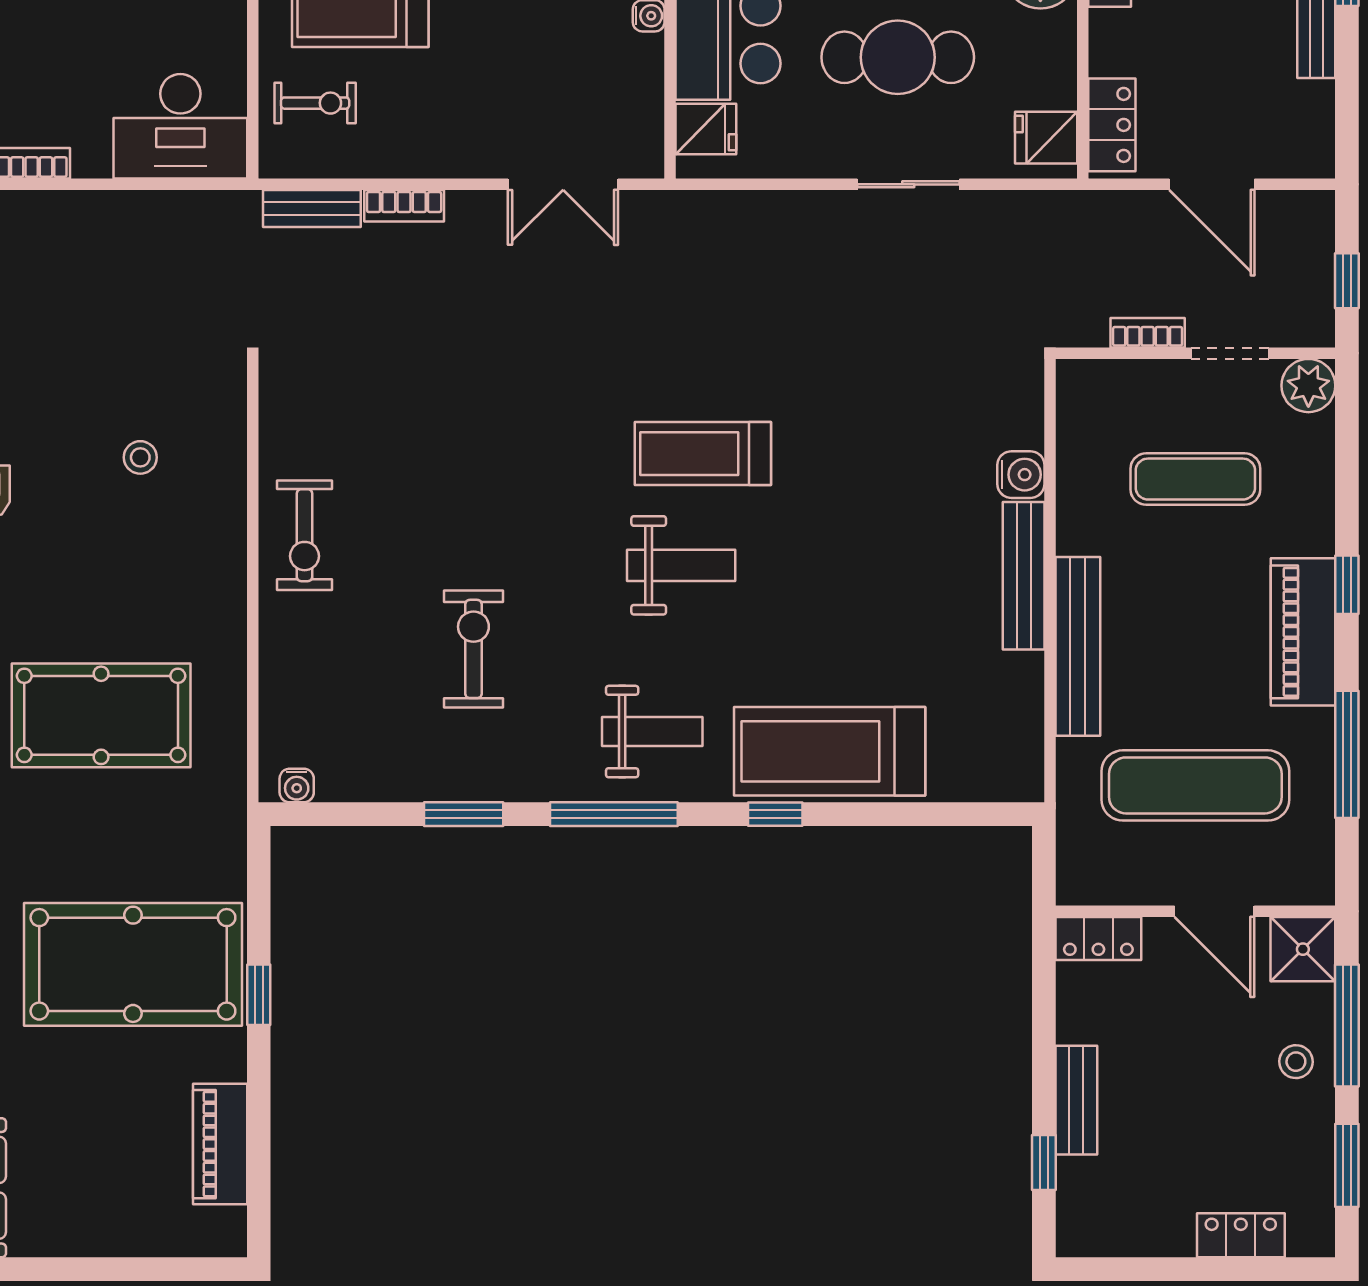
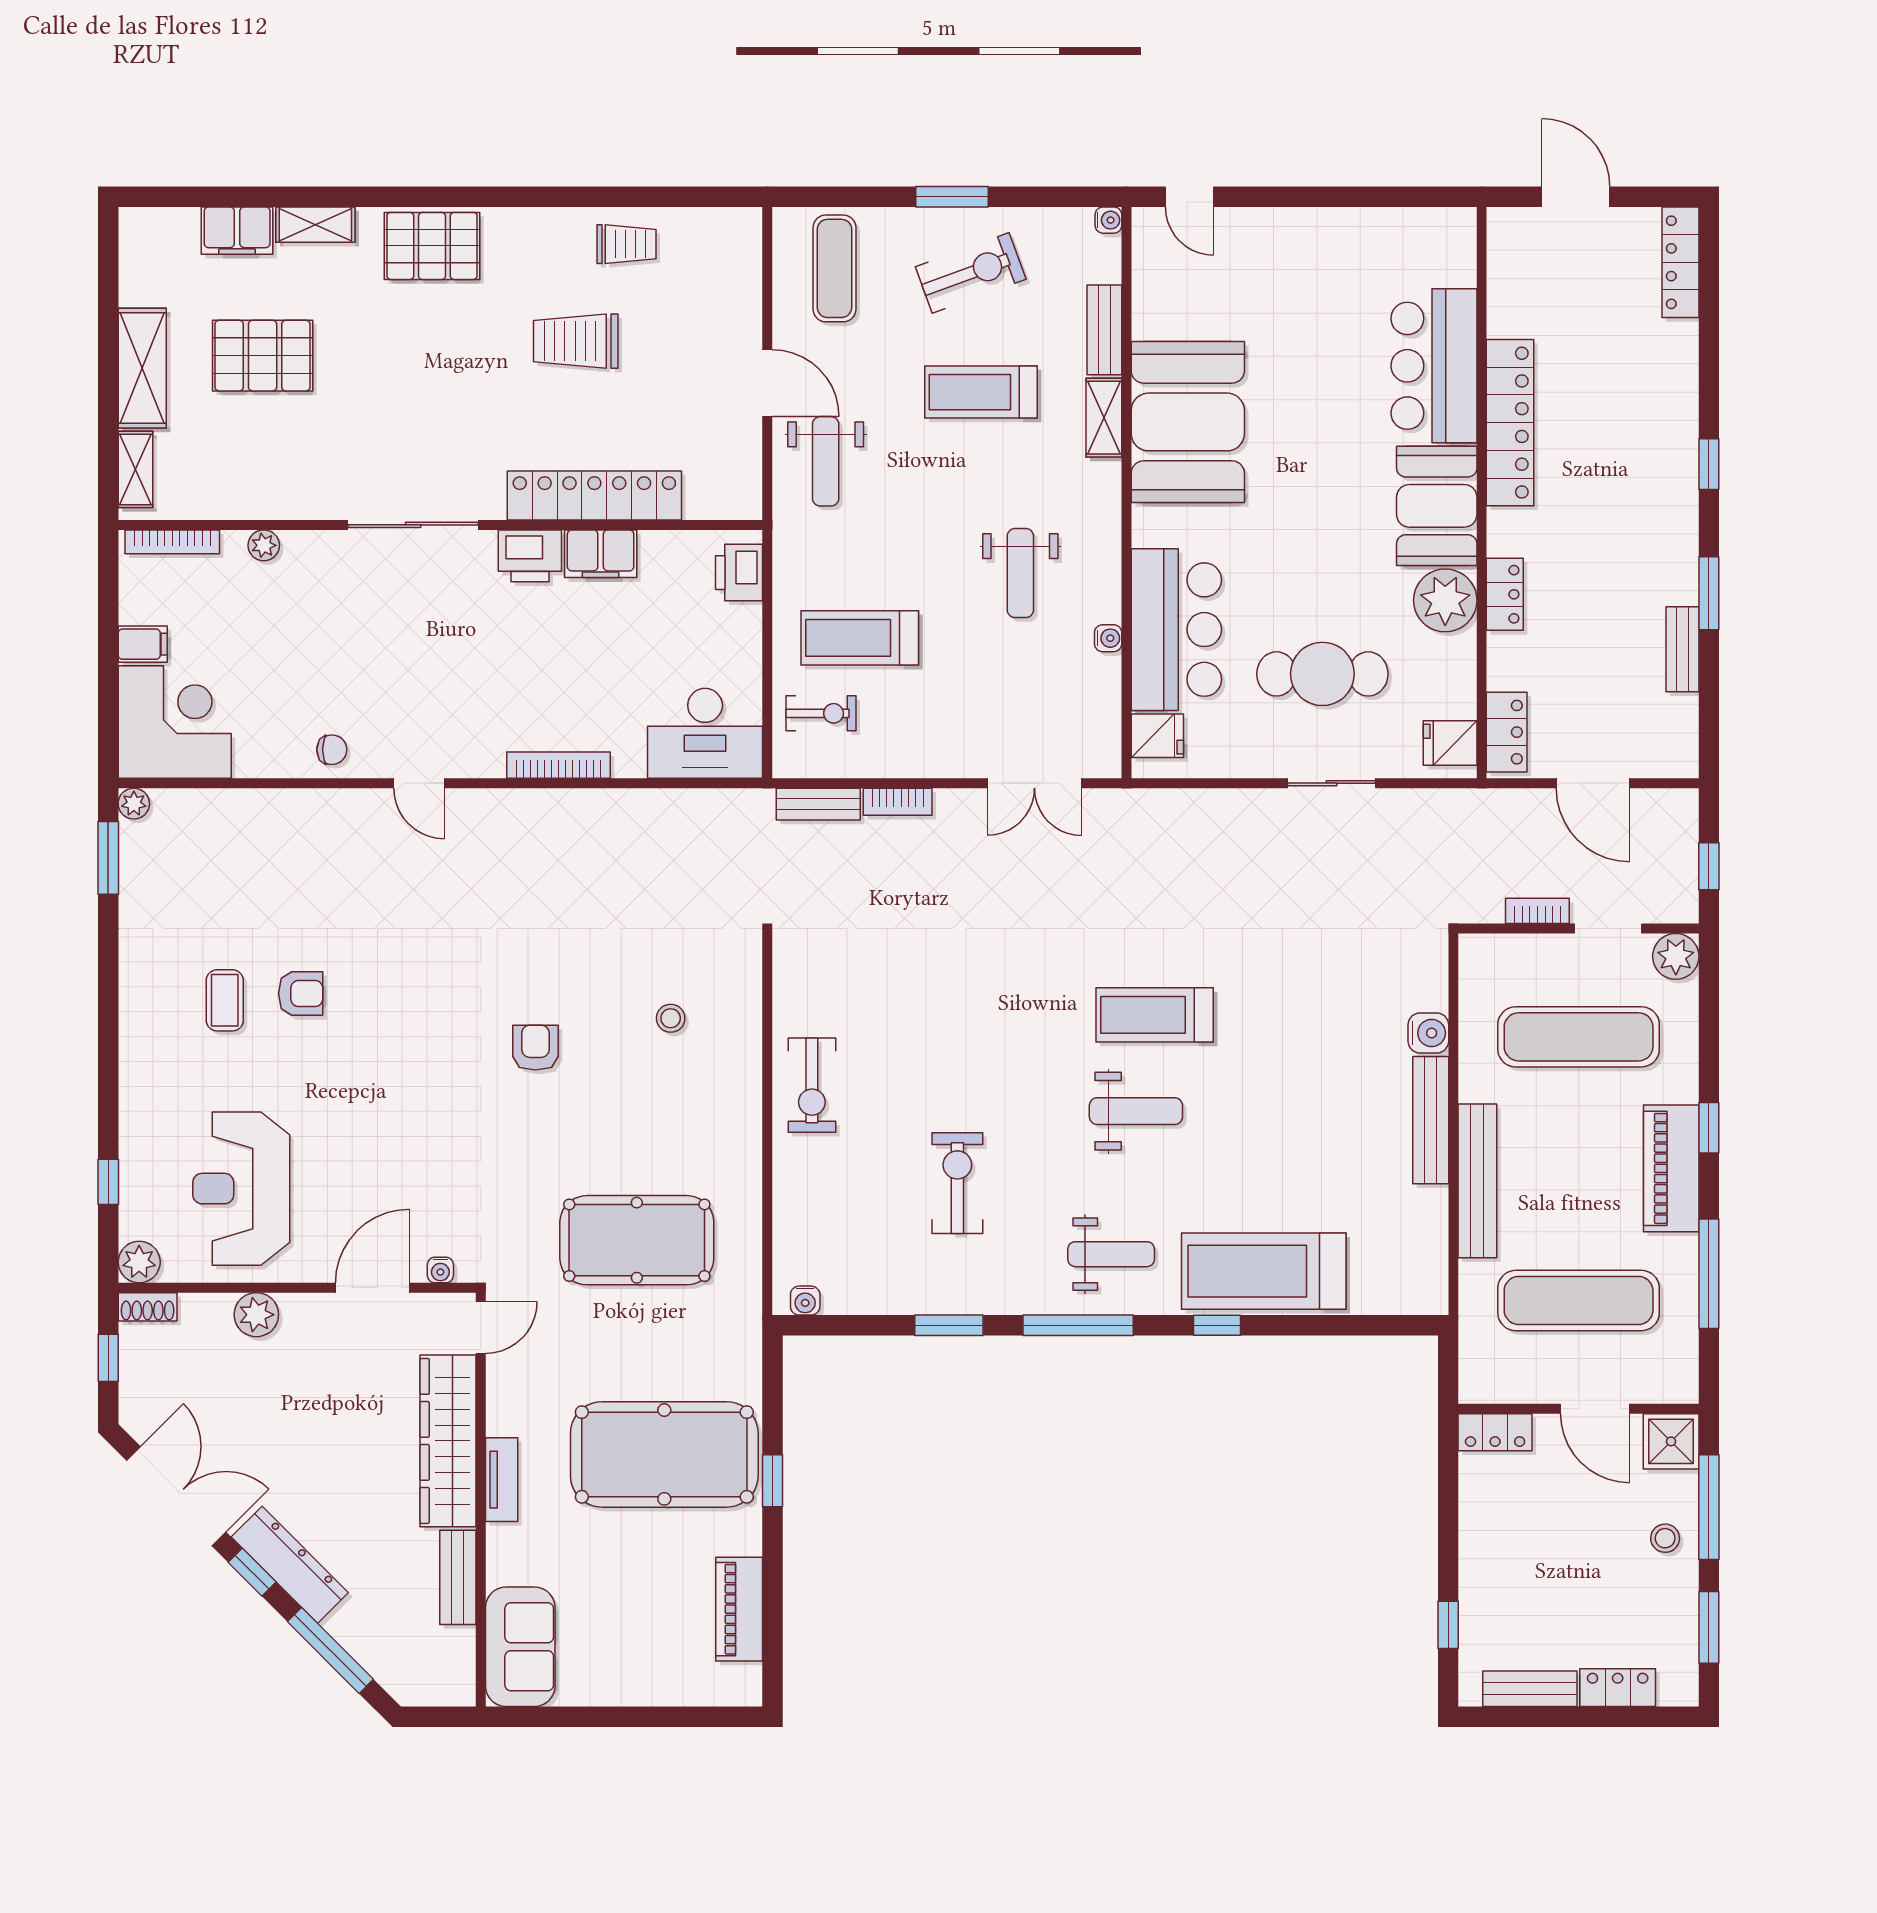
exercise mat: (1195, 479) -> (1579, 1037), width x1.36, depth x1.45
bench: (1076, 1100) -> (1530, 1689), moved, turned 90

